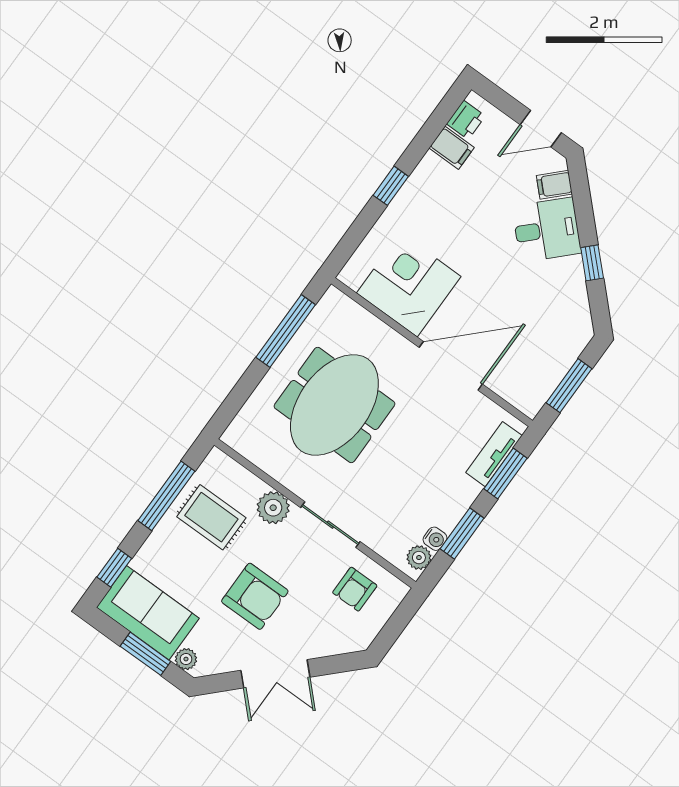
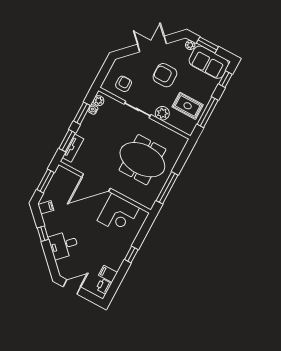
filing cabinet: (554, 185) -> (46, 207), moved
meeting table: (334, 405) -> (142, 160), turned 90

